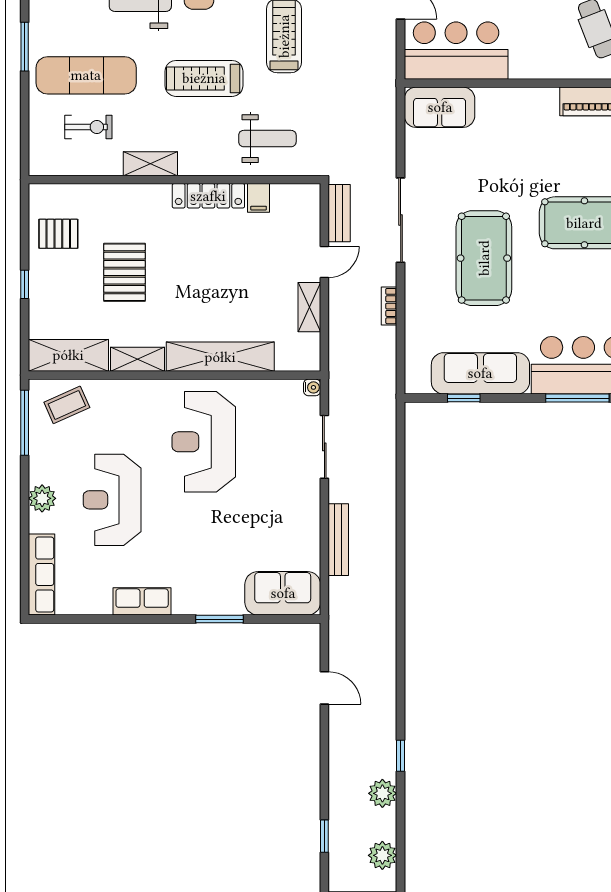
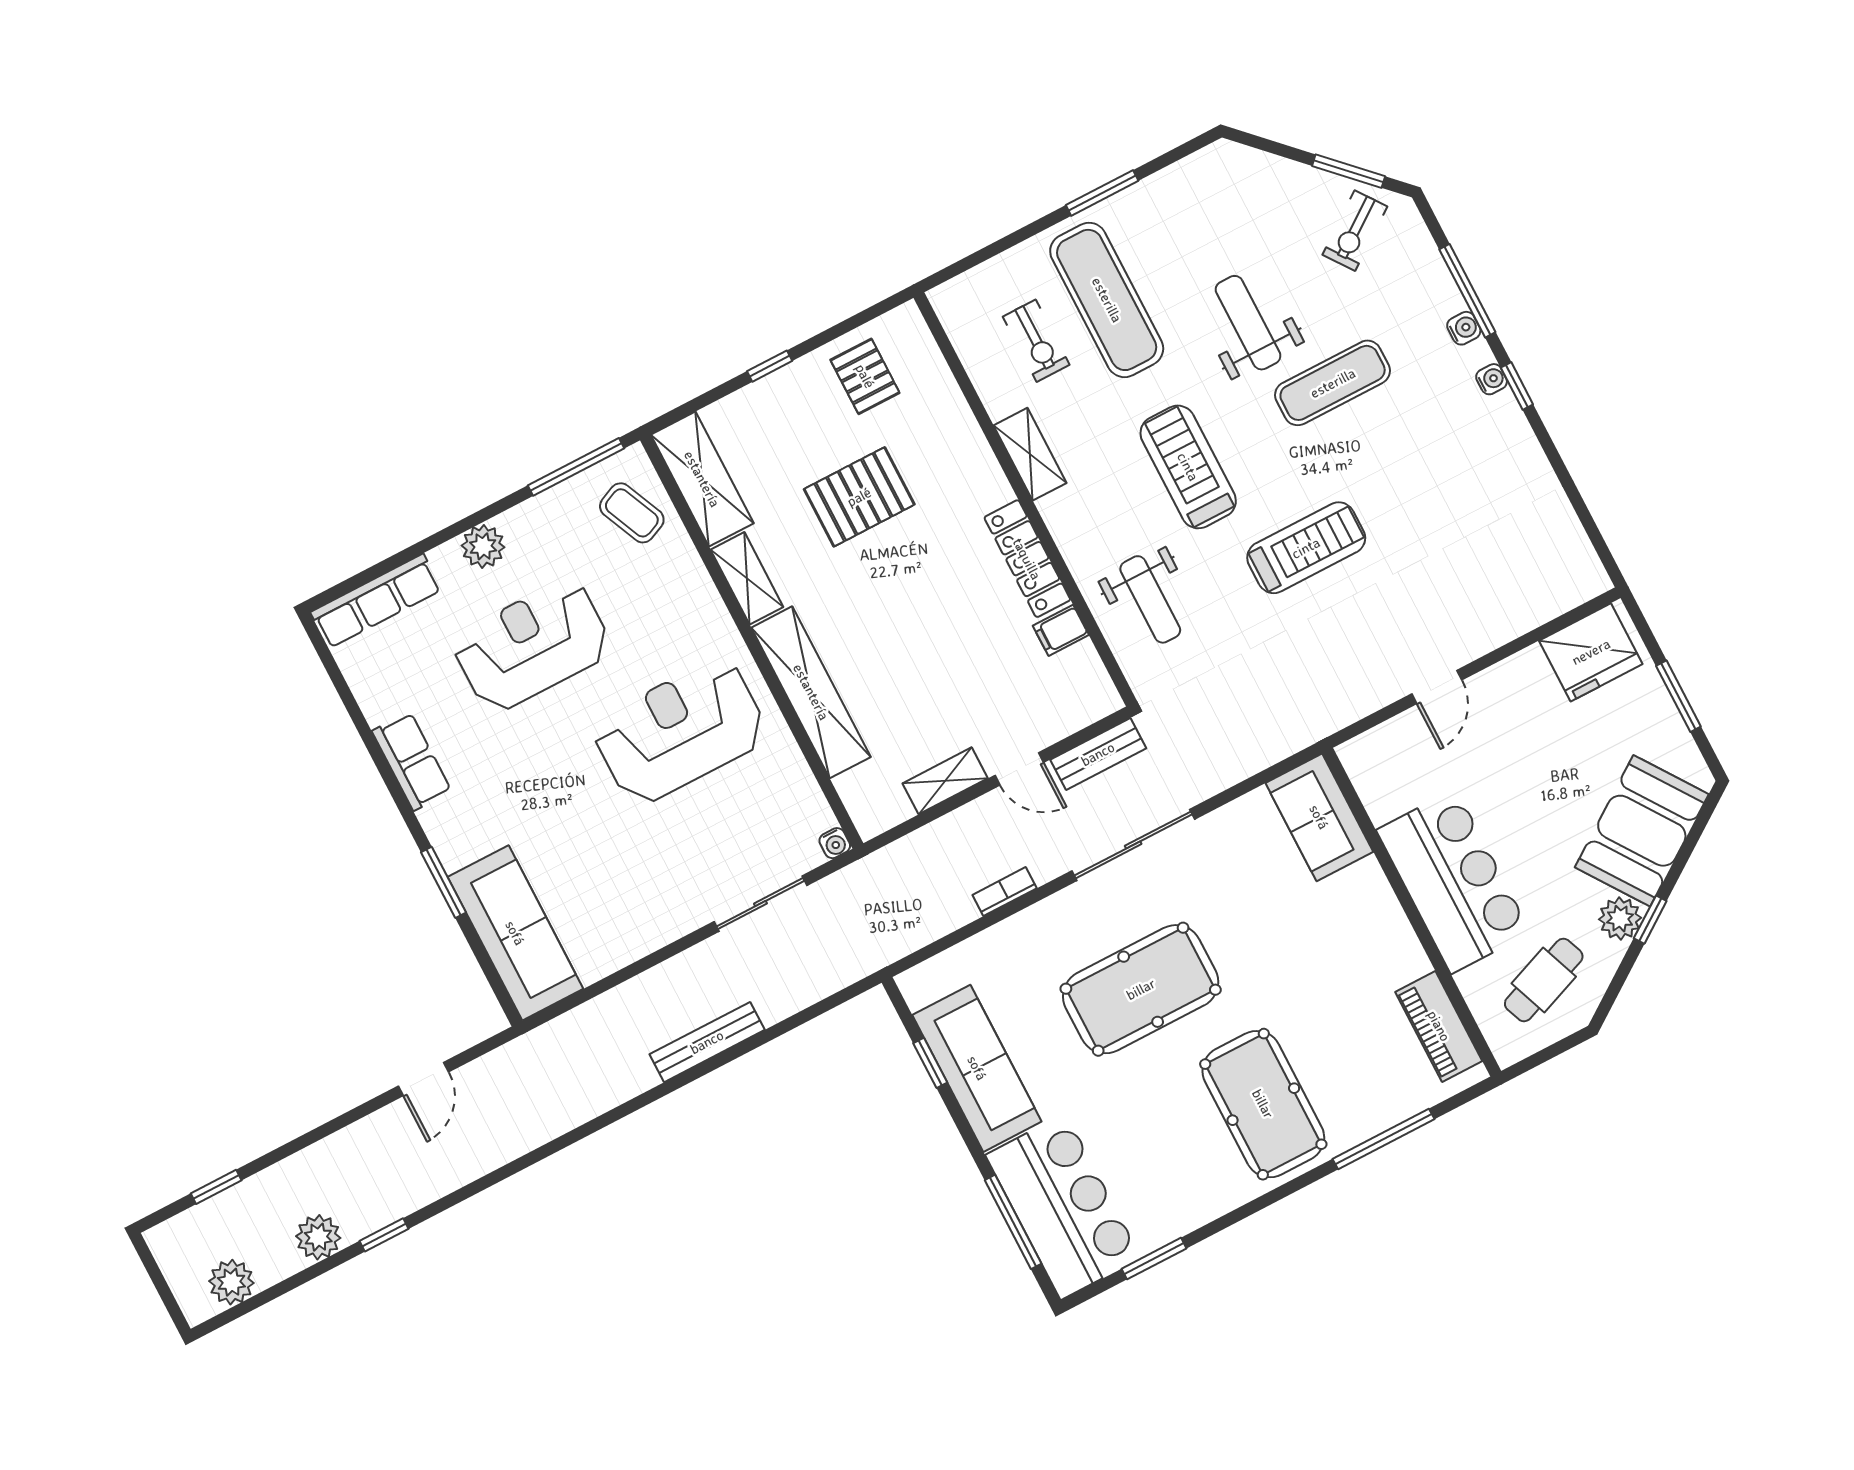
bar counter: (456, 51) -> (1453, 881), moved
bench: (338, 540) -> (707, 1042), moved
sofa: (283, 593) -> (515, 933), width x1.36

